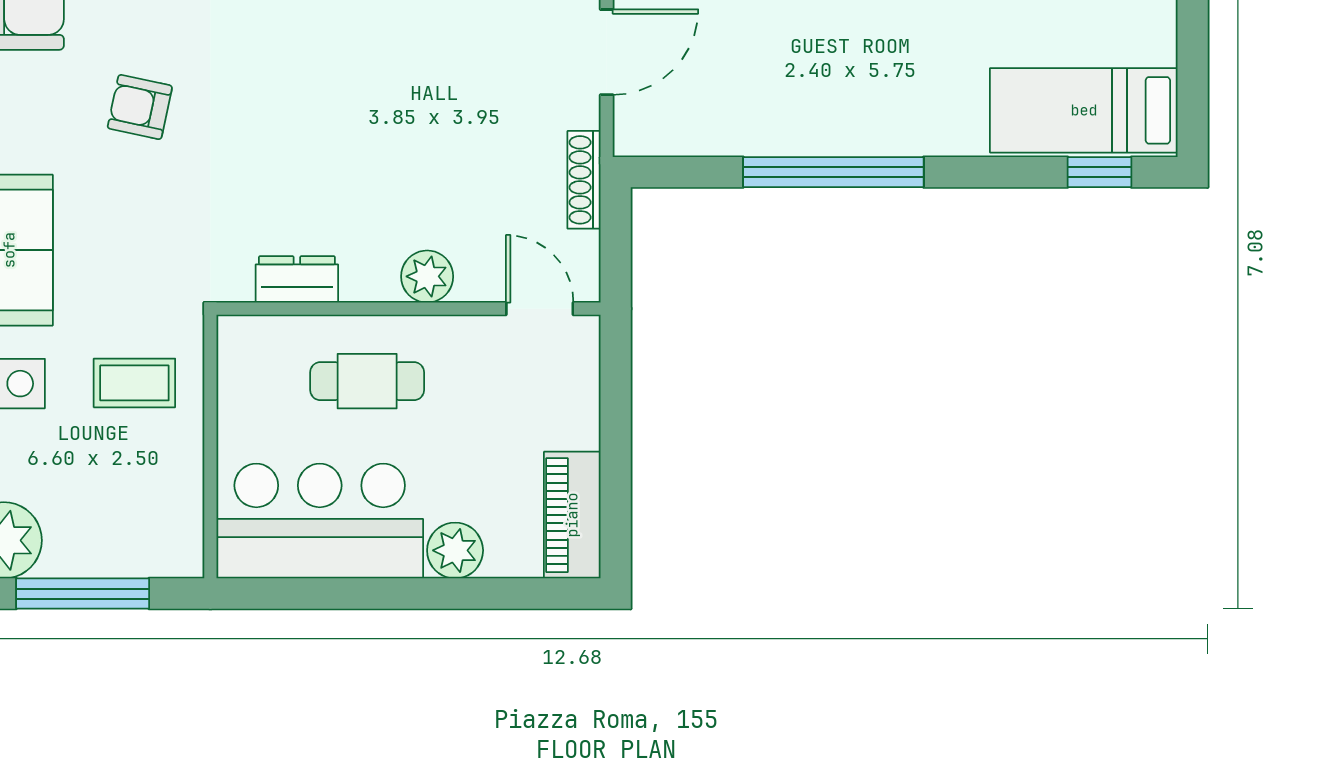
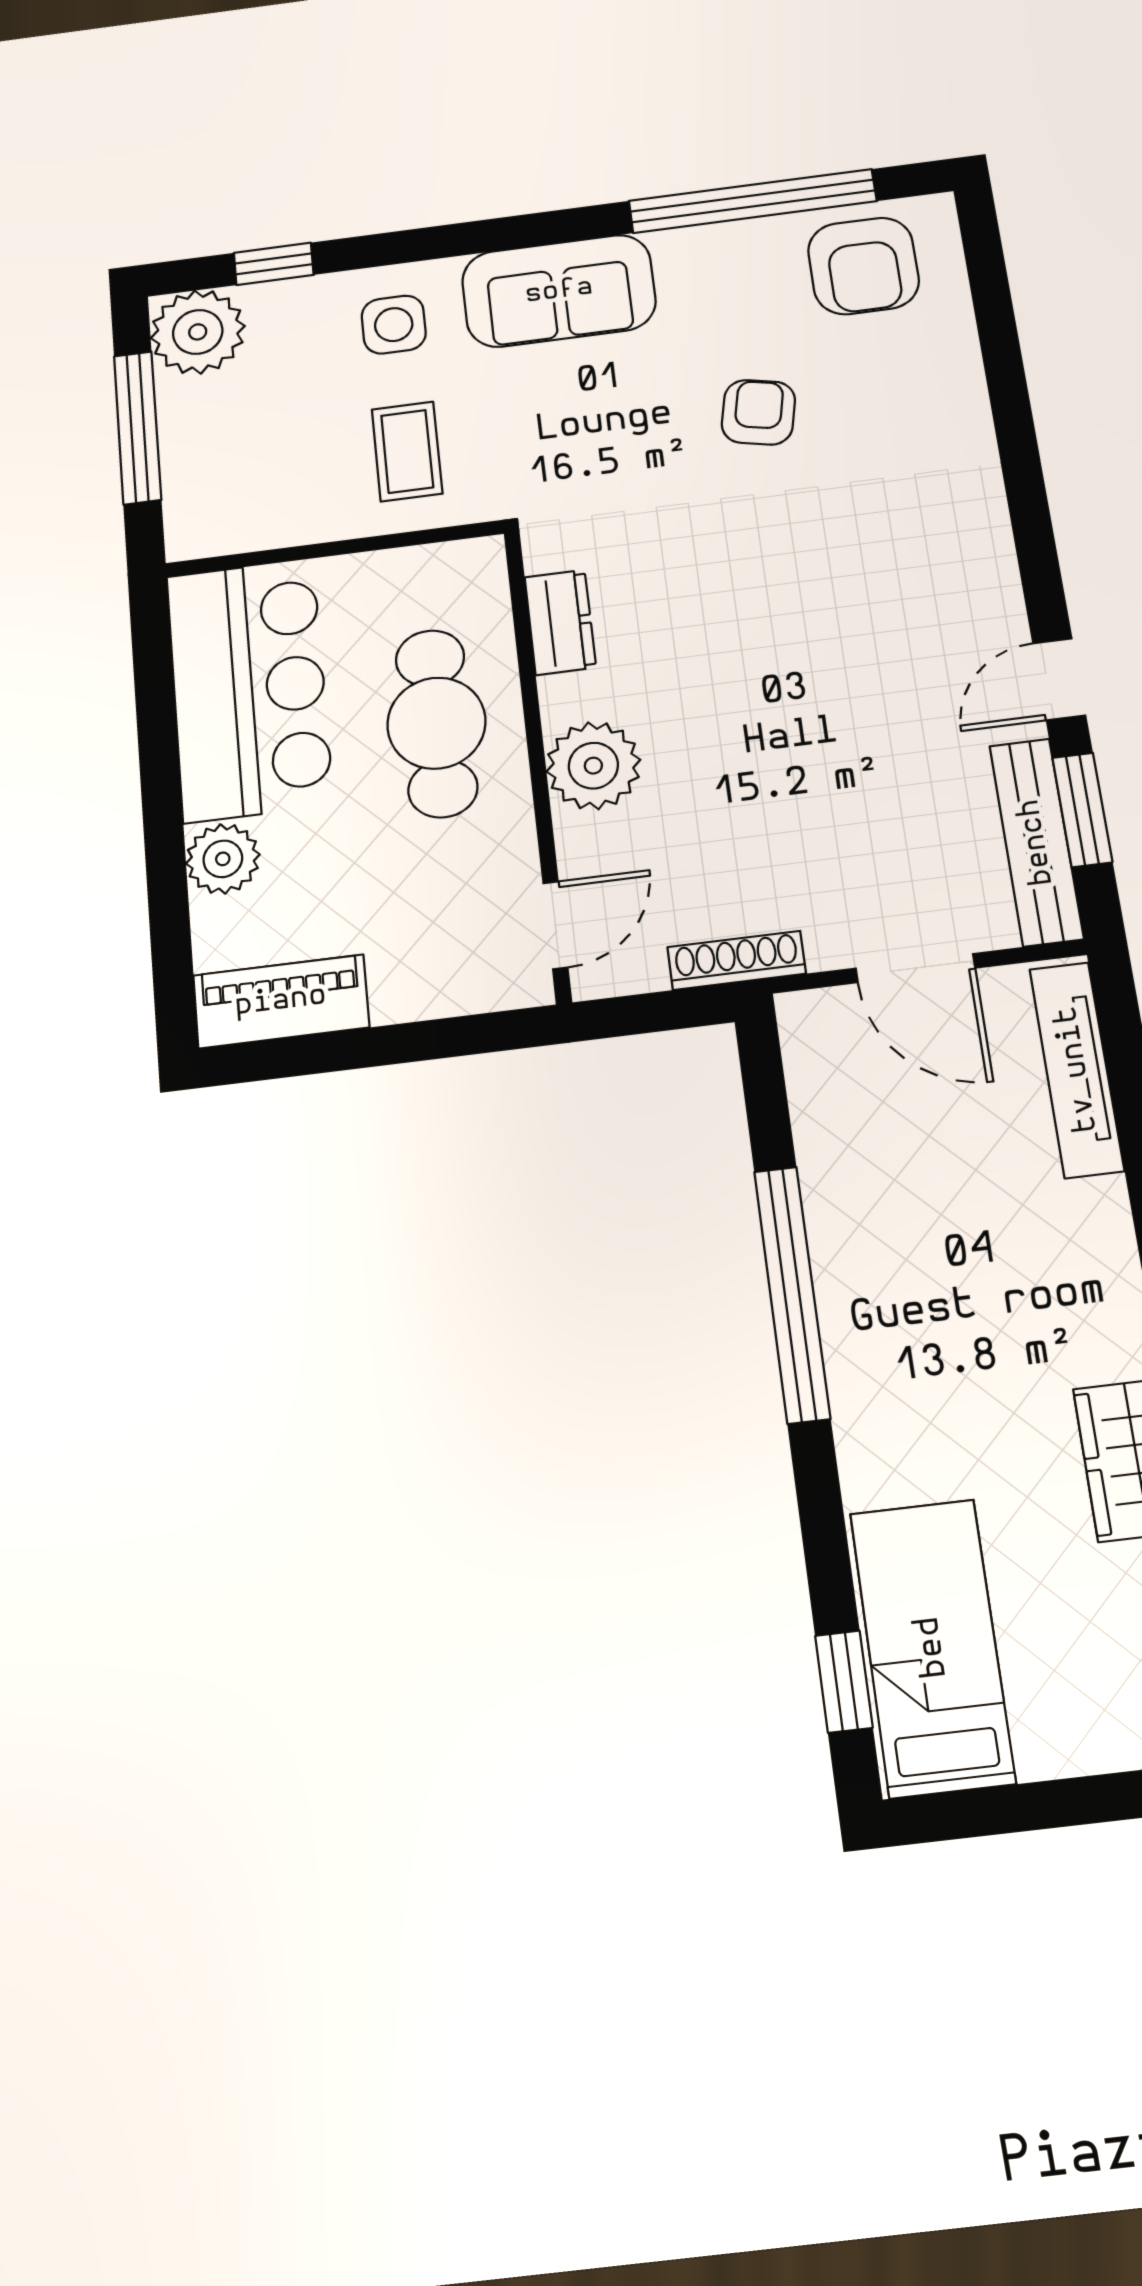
plant: (427, 276) -> (593, 766), width x1.36, depth x1.36
cafe table: (367, 381) -> (436, 723), width x1.37, depth x1.35

